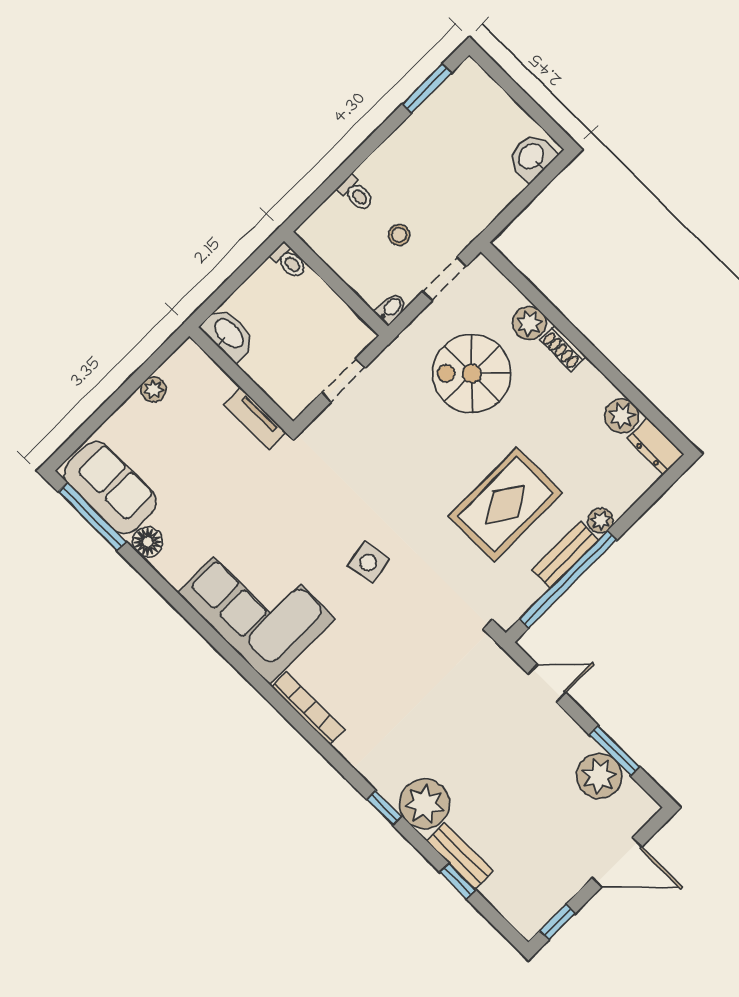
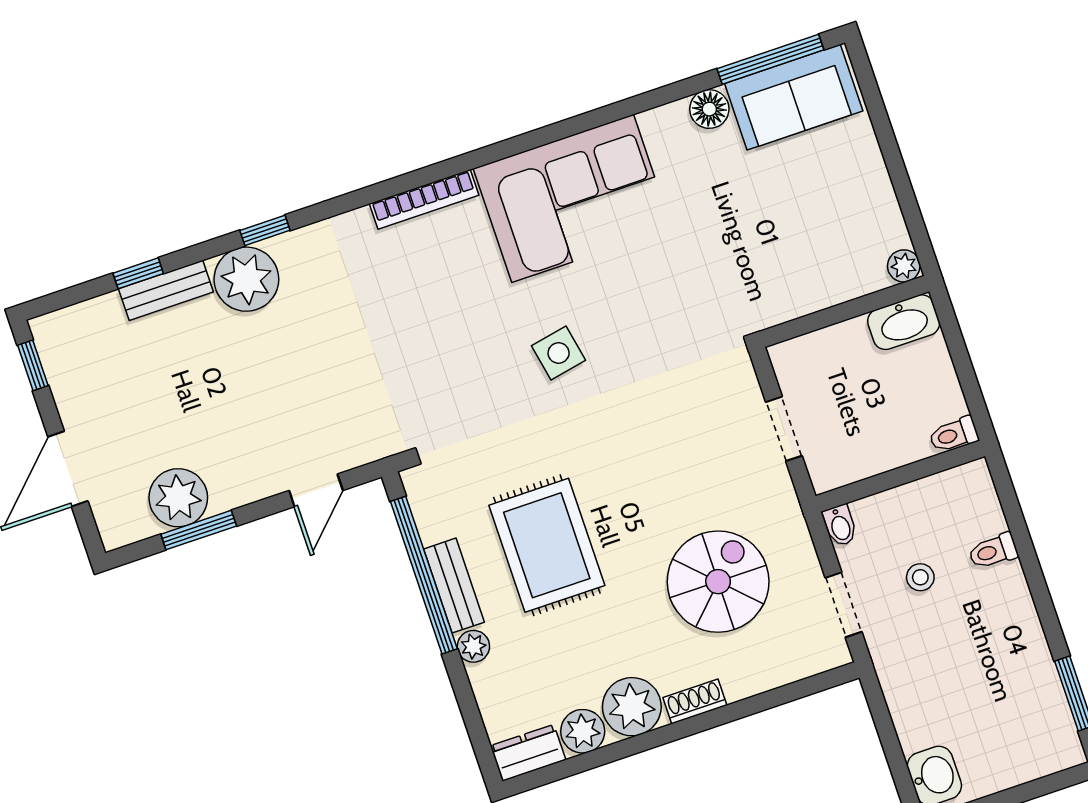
plant: (529, 323) -> (632, 707), moved, width x1.36, depth x1.36
plant: (153, 390) -> (904, 266), moved
tv unit: (255, 418) -> (791, 305), removed

